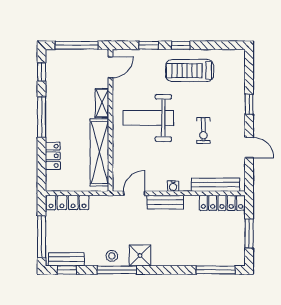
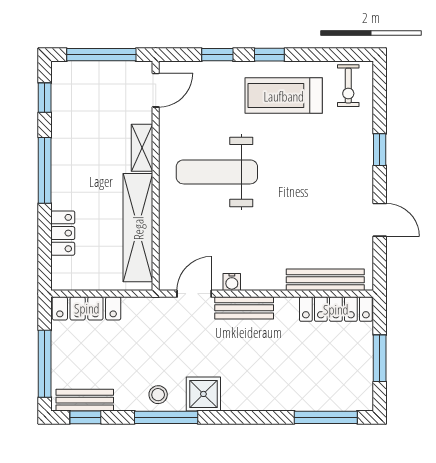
exercise bike: (203, 131) -> (348, 86), moved
water cooler: (173, 186) -> (232, 282), moved

